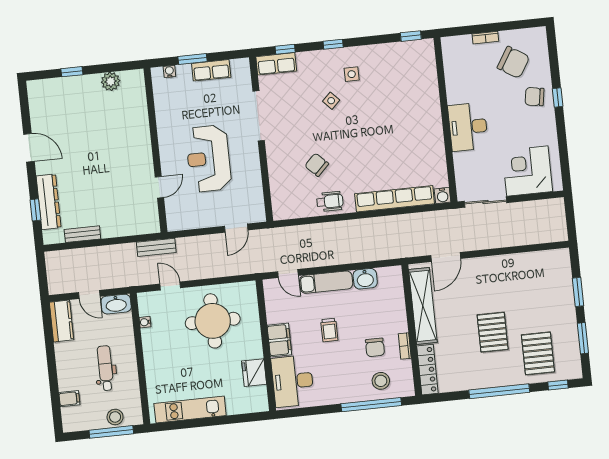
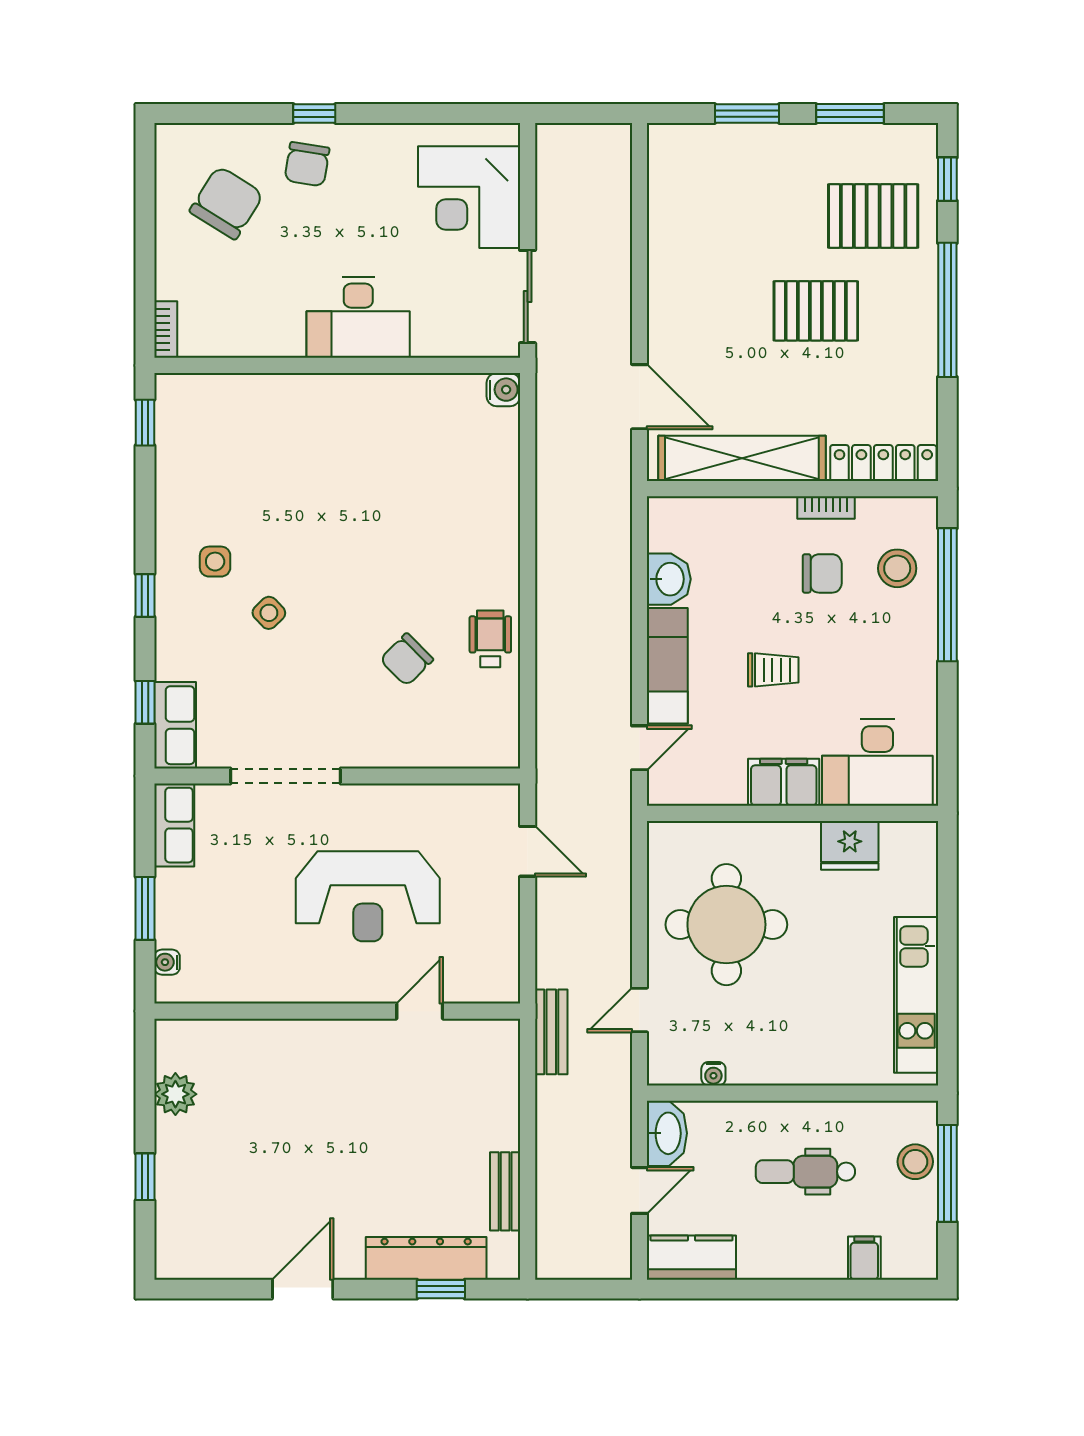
bookcase: (485, 38) -> (166, 330), moved
row of seats: (211, 70) -> (174, 825), moved
door: (159, 187) -> (420, 1011), hinge flipped
row of seats: (395, 199) -> (500, 496), removed

